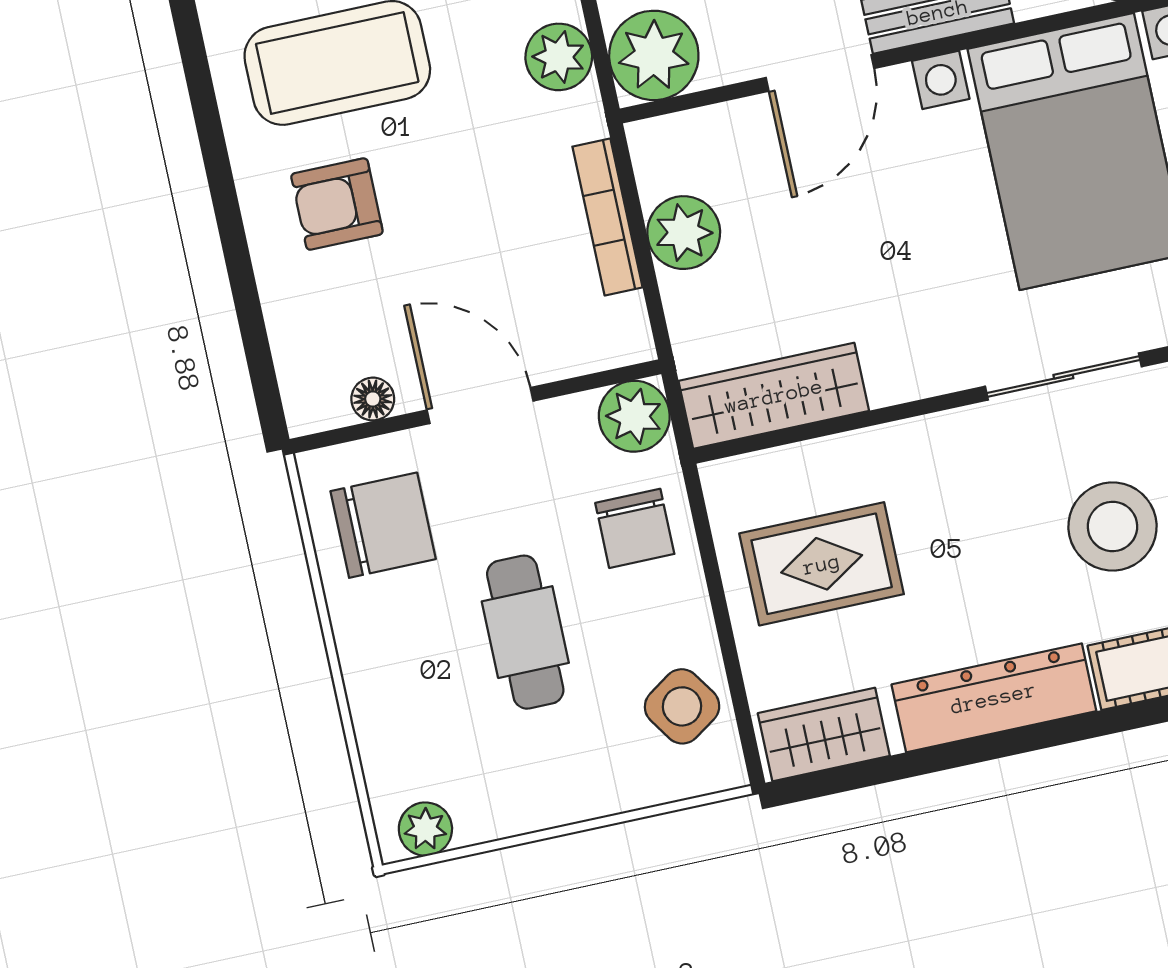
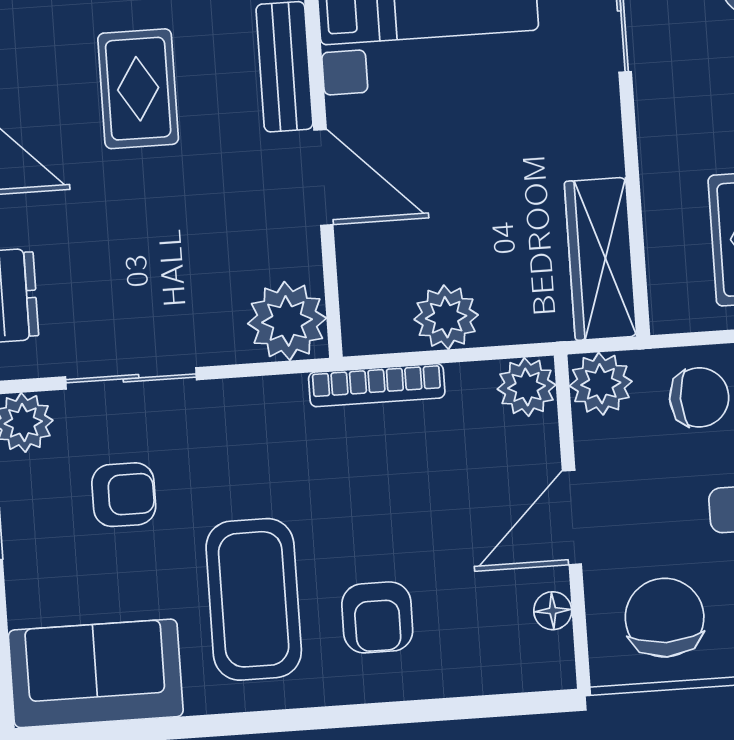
plant: (559, 57) -> (527, 387), moved
bookcase: (607, 217) -> (377, 385), moved

